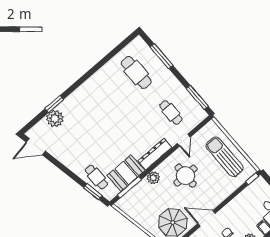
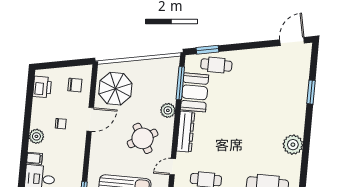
plant: (55, 118) -> (293, 145), moved
door: (184, 140) -> (173, 167), hinge flipped
round table: (186, 176) -> (143, 138), turned -30

